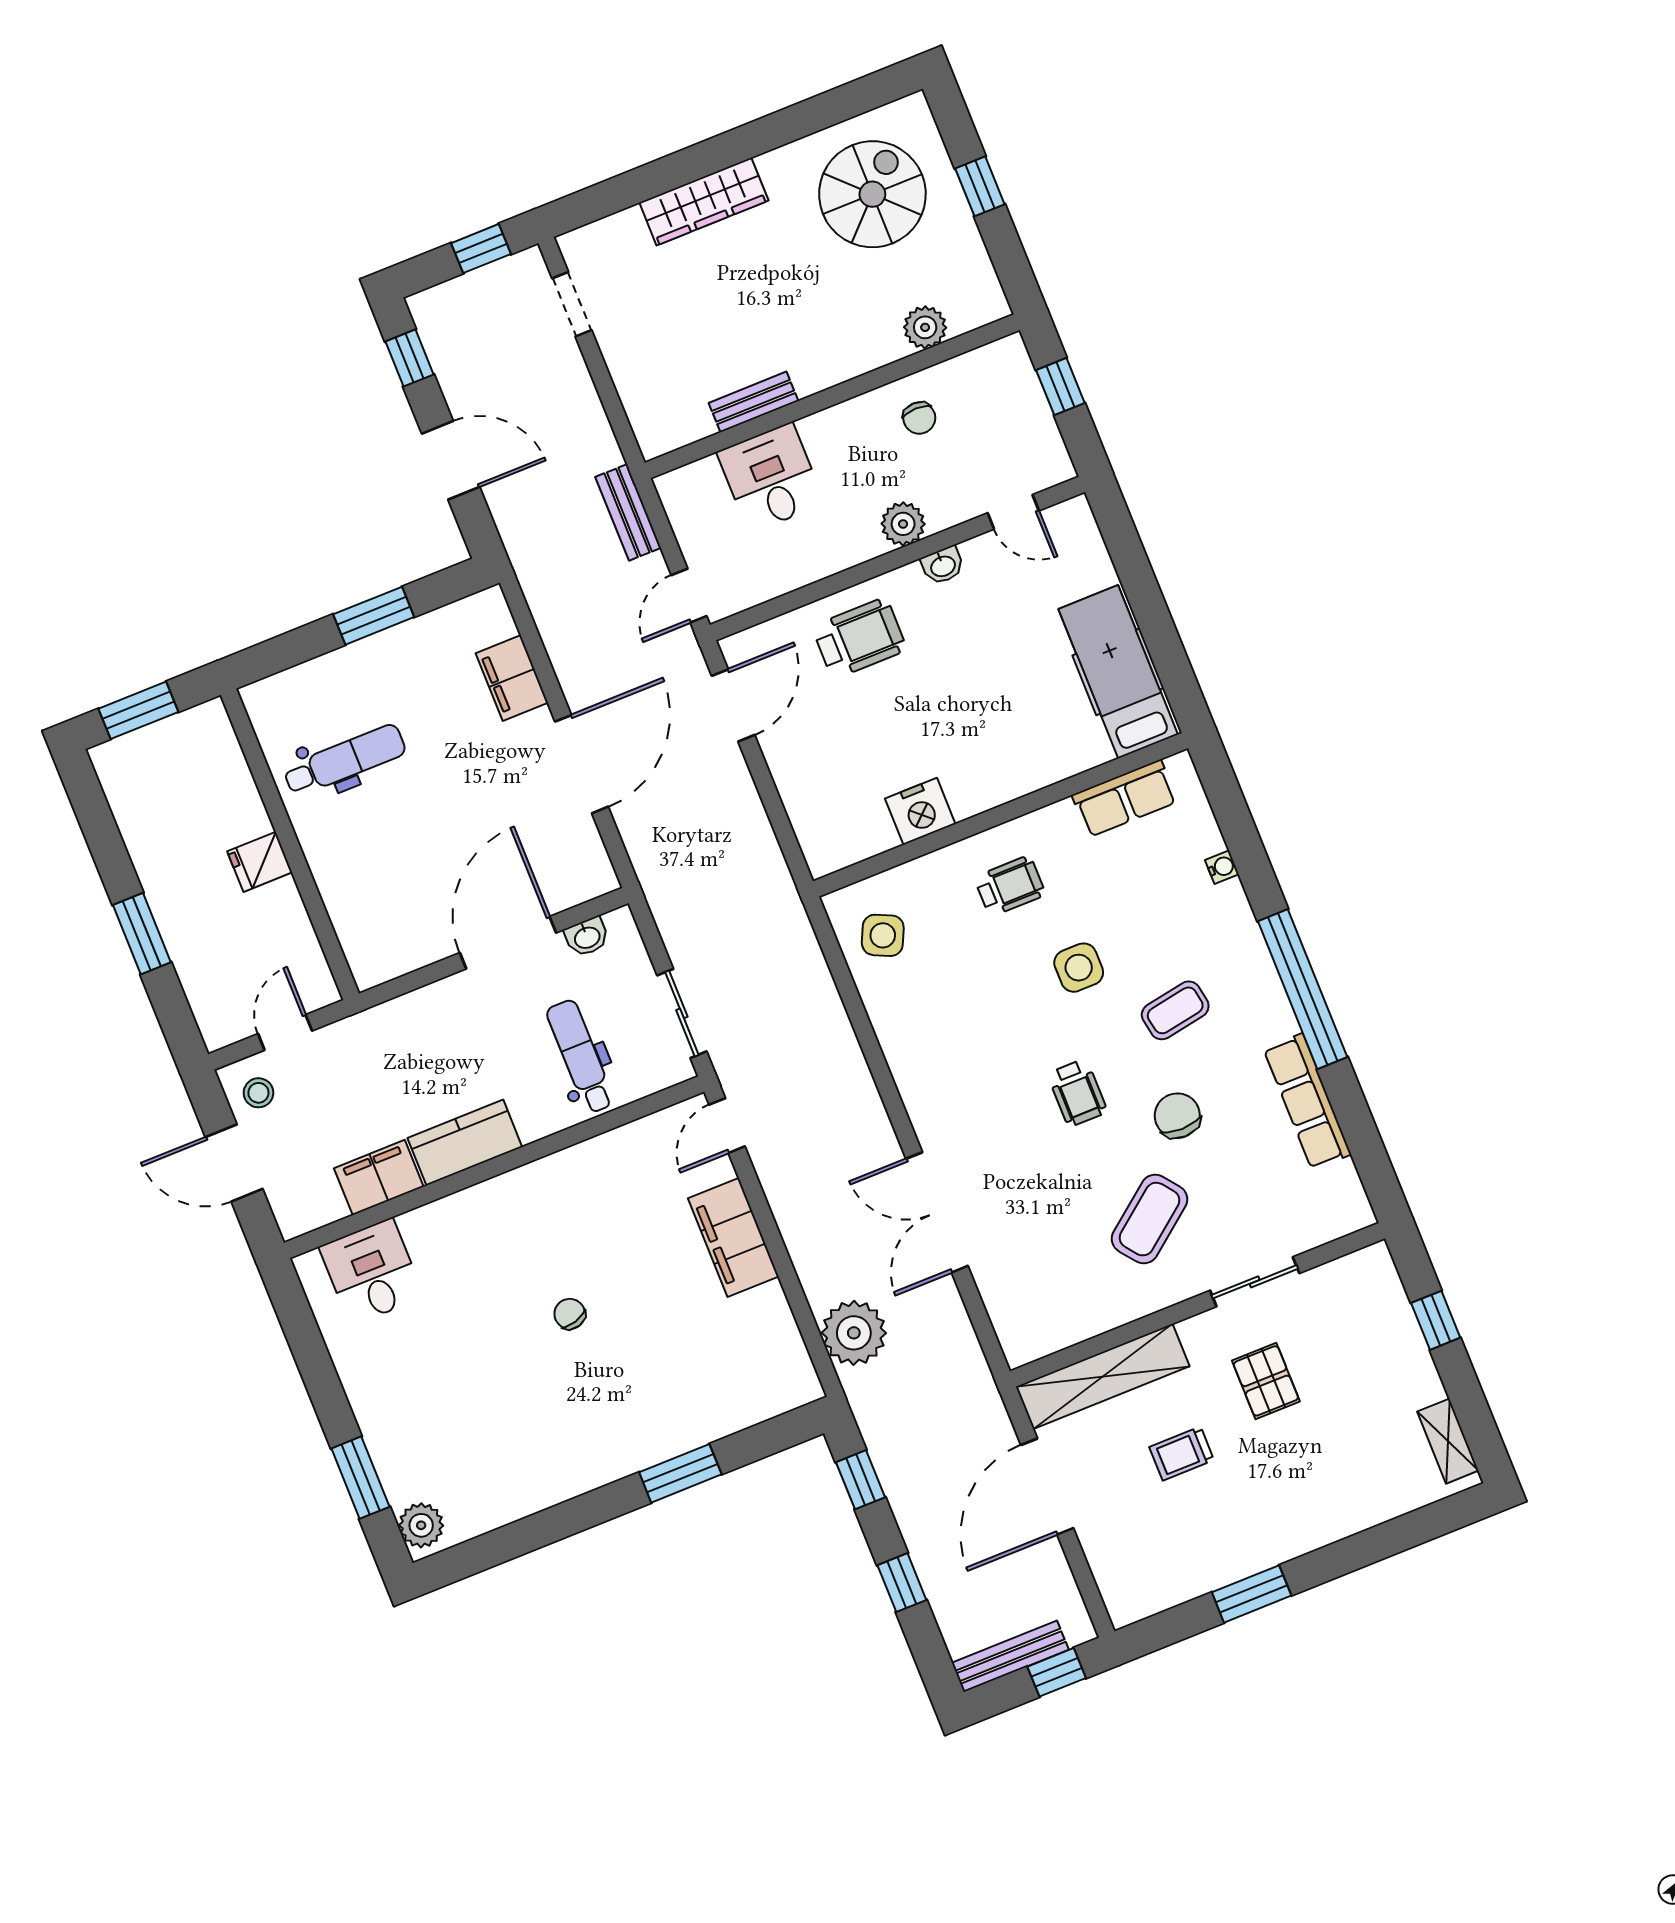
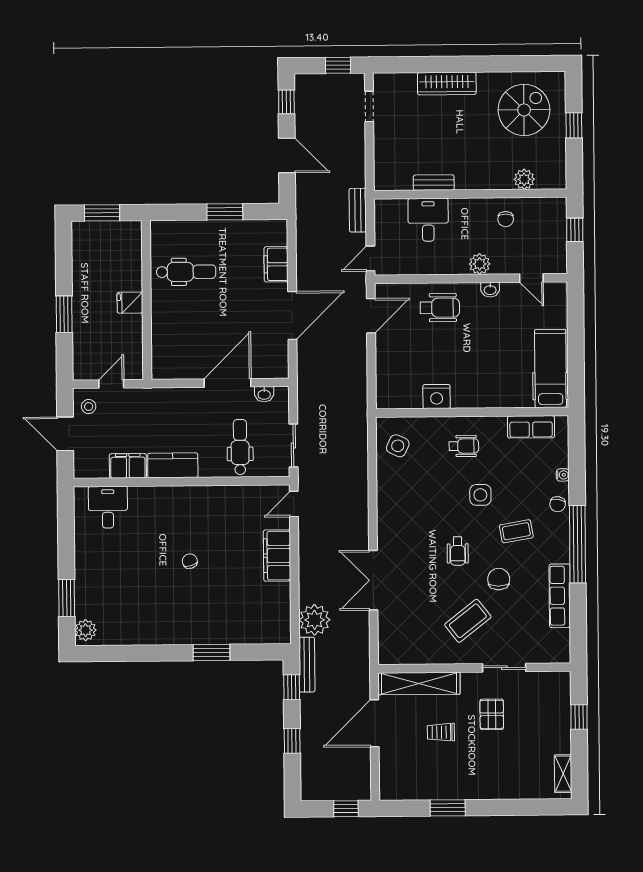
chair: (1234, 927) -> (558, 504), added
bench: (1010, 1656) -> (307, 665), moved, turned 90

